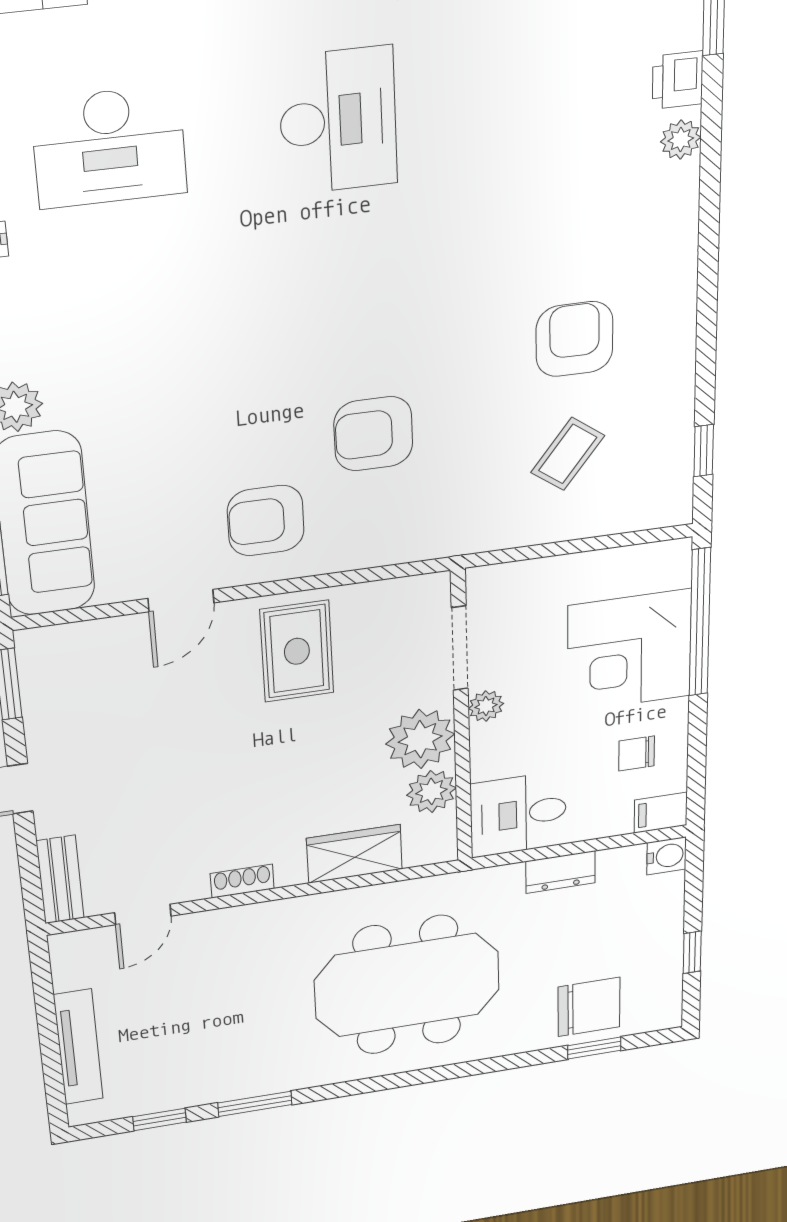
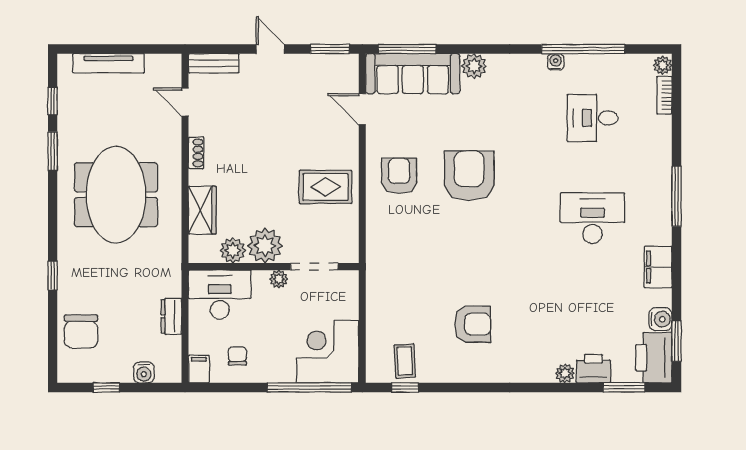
printer: (678, 80) -> (593, 369), width x1.36, depth x1.24
desk: (338, 121) -> (593, 218), turned 180
desk: (109, 147) -> (593, 118), width x0.73
armchair: (373, 434) -> (469, 176), moved, width x1.36, depth x1.36
coffee table: (568, 454) -> (405, 361), moved, turned 50
door: (181, 601) -> (362, 109), moved
corner desk: (629, 651) -> (328, 352), moved
desk: (518, 814) -> (220, 295), width x1.37
water cooler: (667, 856) -> (144, 372), moved
meeting table: (407, 985) -> (116, 195), moved
window: (594, 1048) -> (53, 275), moved

